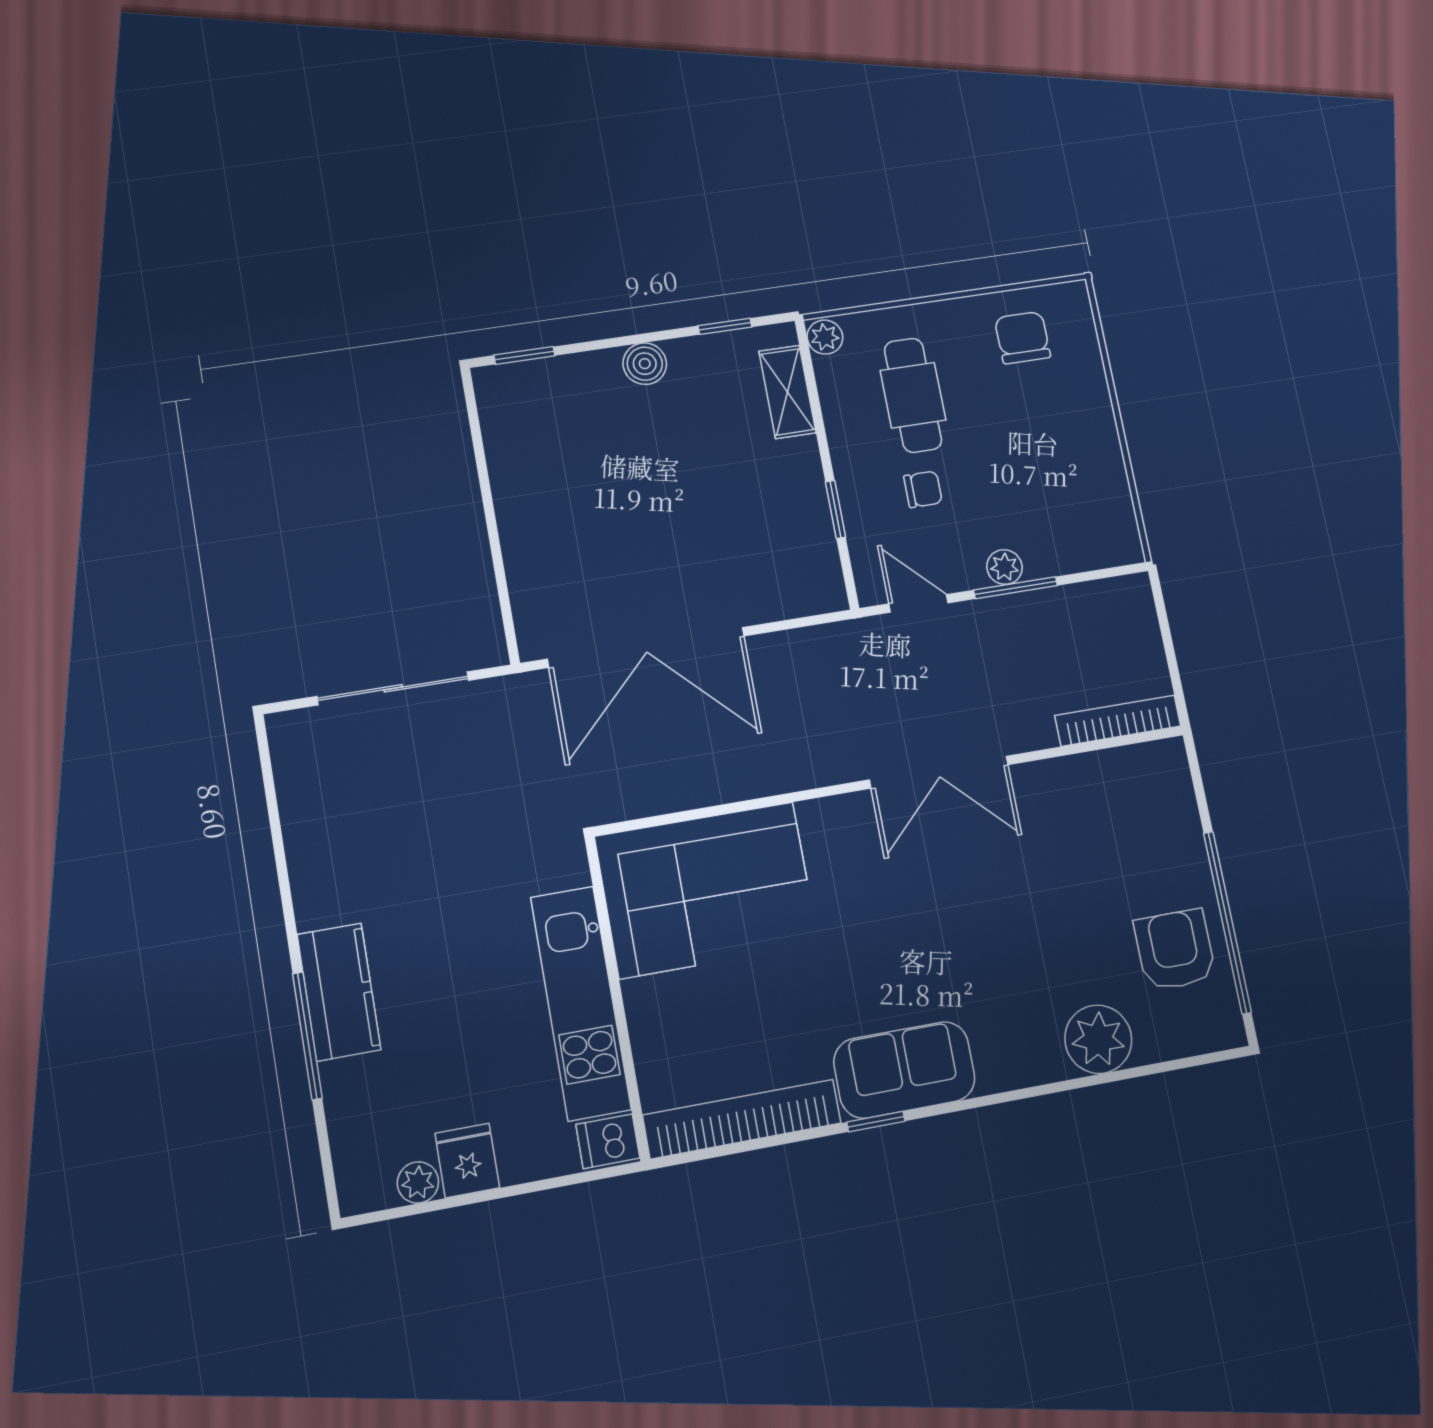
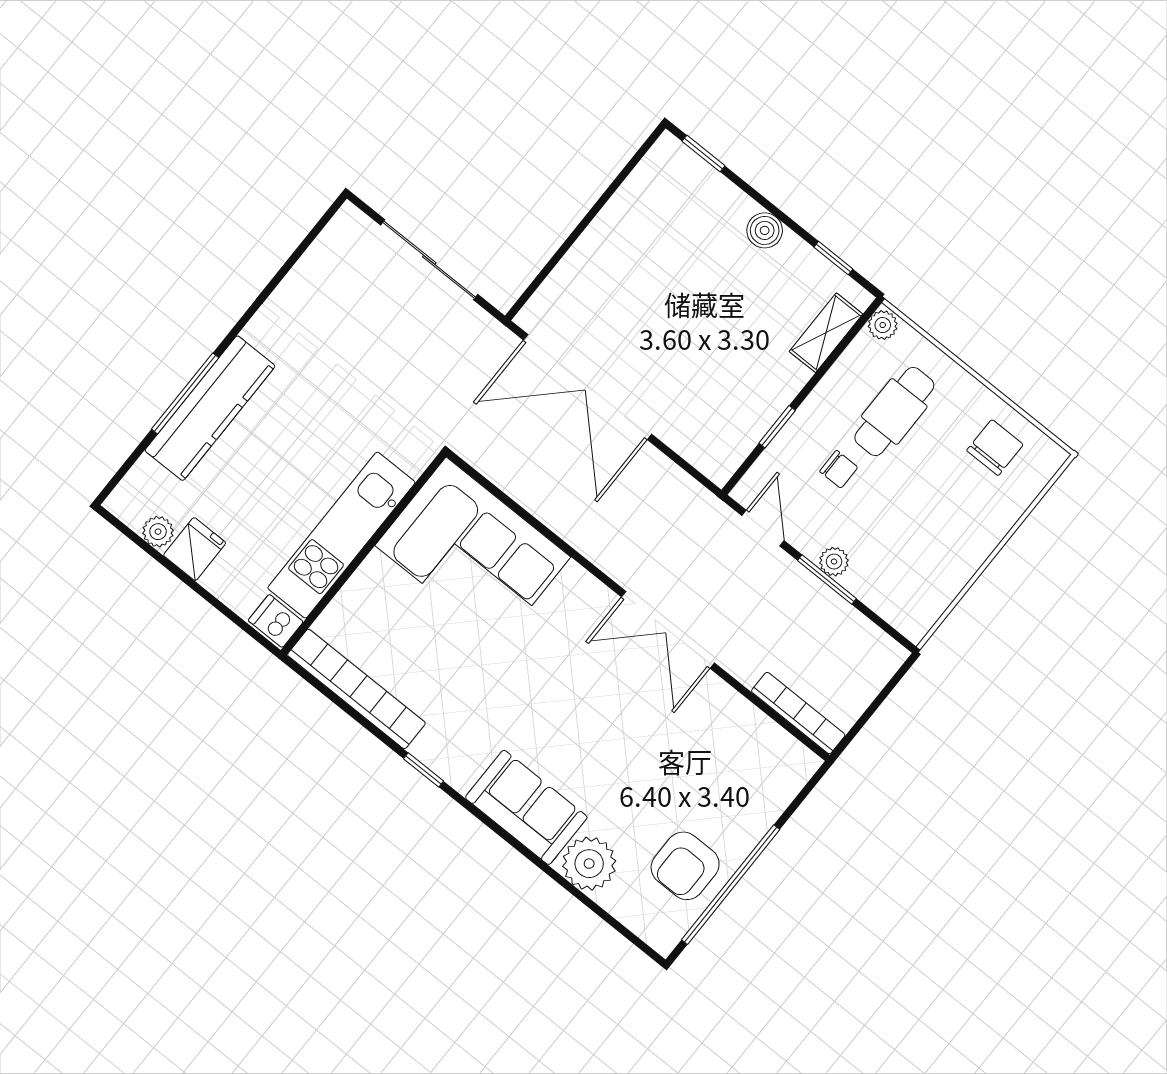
armchair: (1175, 950) -> (685, 866), turned 180
kitchen counter: (339, 992) -> (210, 408), width x1.50
sofa: (904, 1070) -> (526, 807), moved

